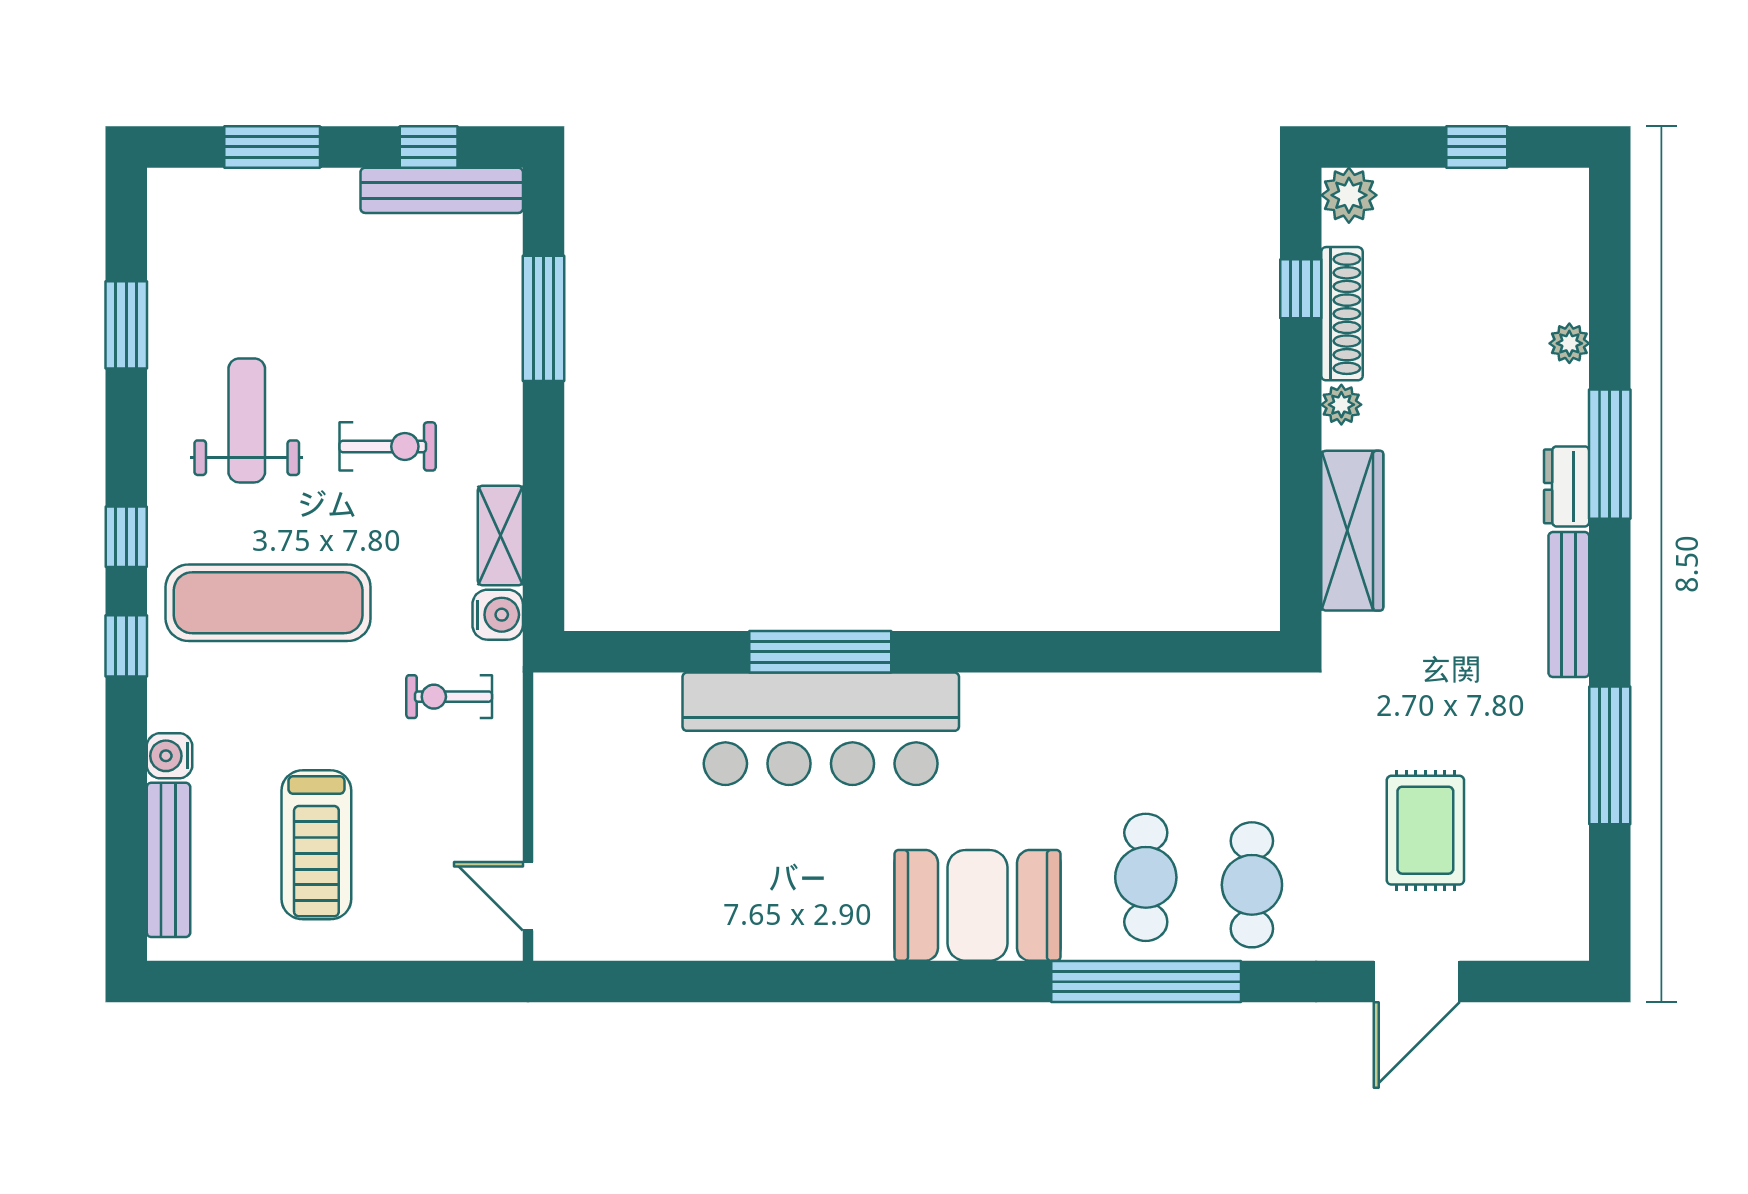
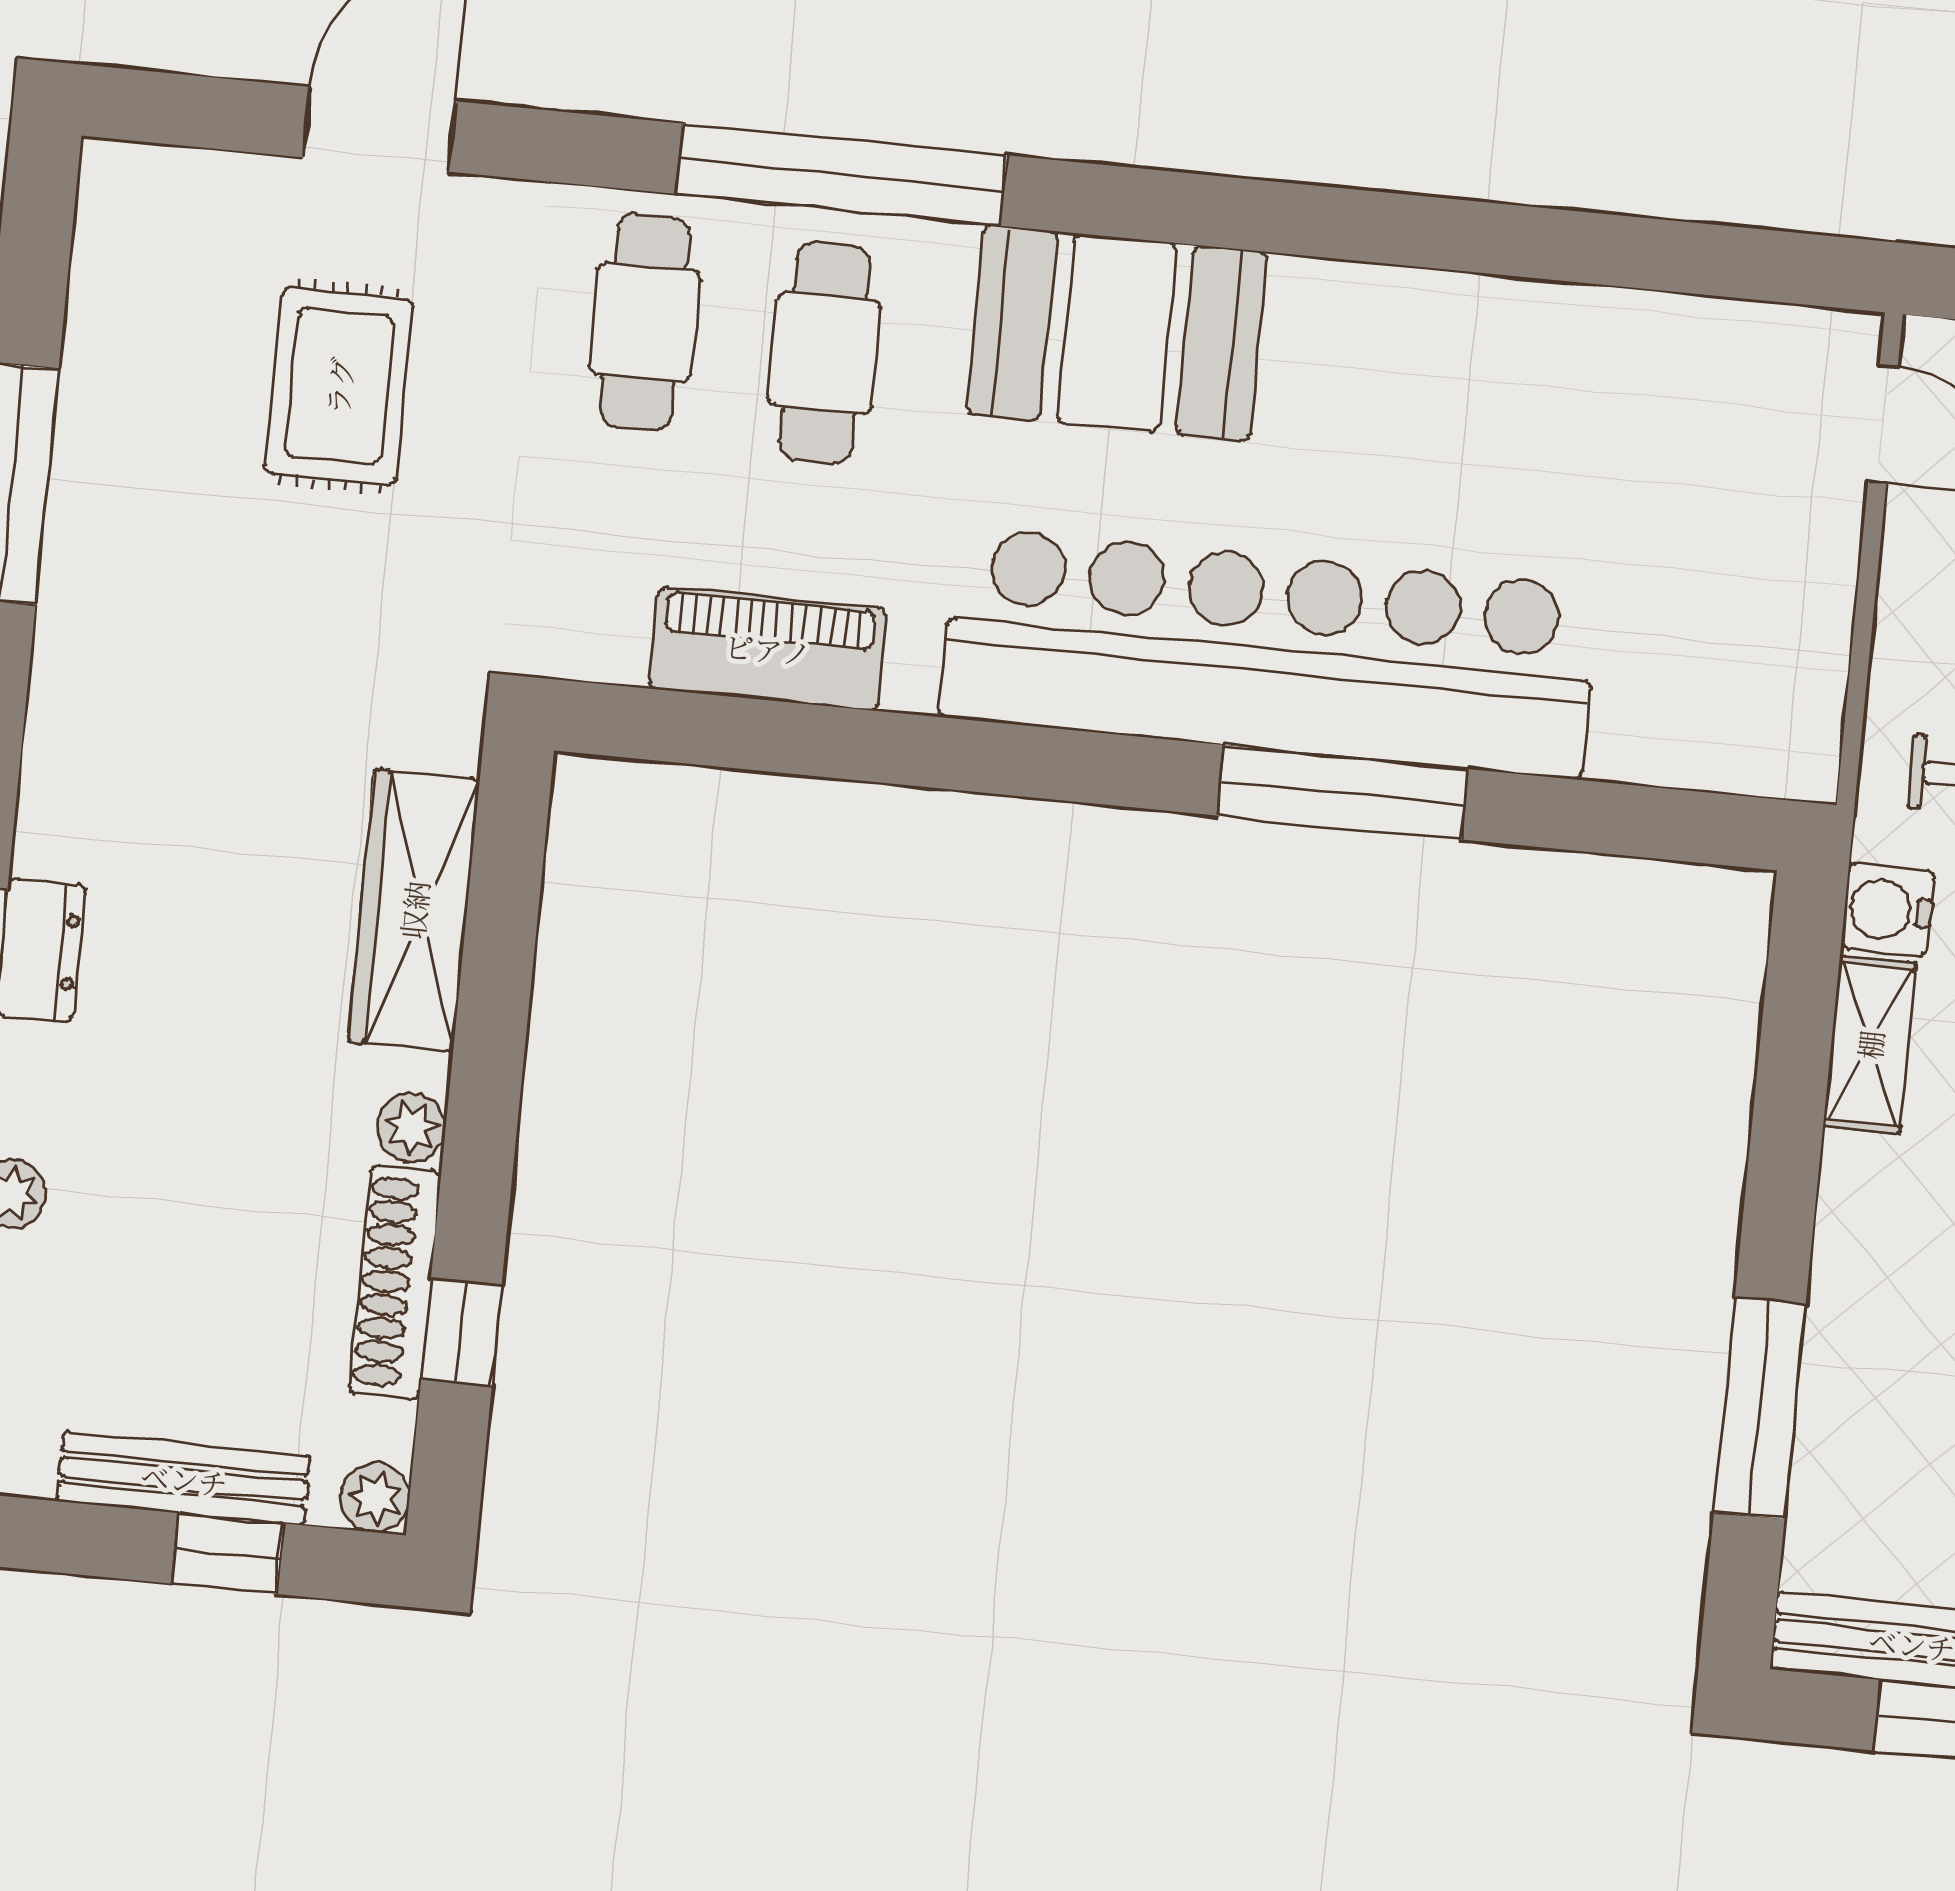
window: (1477, 147) -> (227, 1553), moved
plant: (1349, 195) -> (375, 1498), width x0.73, depth x0.73
bench: (1569, 605) -> (184, 1479), moved, turned 90
piano: (1162, 702) -> (768, 649), added
bar counter: (821, 729) -> (1269, 652), width x1.36

